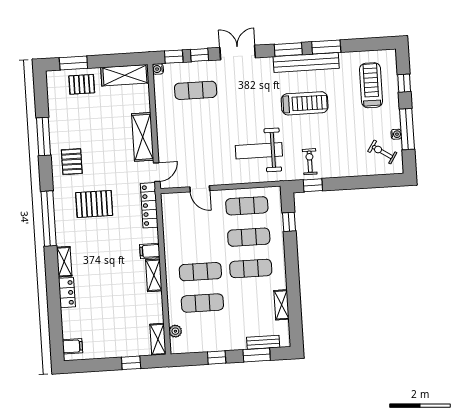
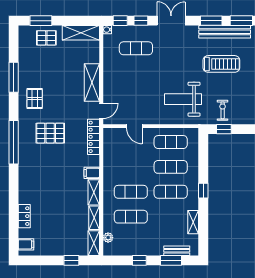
window: (289, 222) -> (203, 191), moved
shelving: (64, 262) -> (94, 218), moved
locker: (67, 293) -> (24, 216), moved

